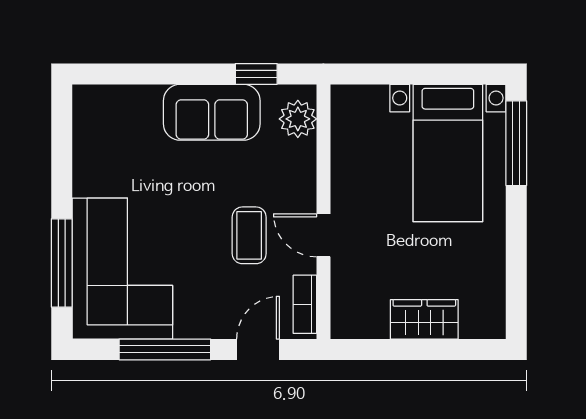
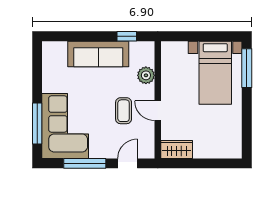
sofa: (212, 112) -> (98, 54), width x1.36
plant: (298, 119) -> (146, 75), moved
bookcase: (305, 304) -> (149, 143), removed
wardrobe: (424, 319) -> (177, 150), moved

